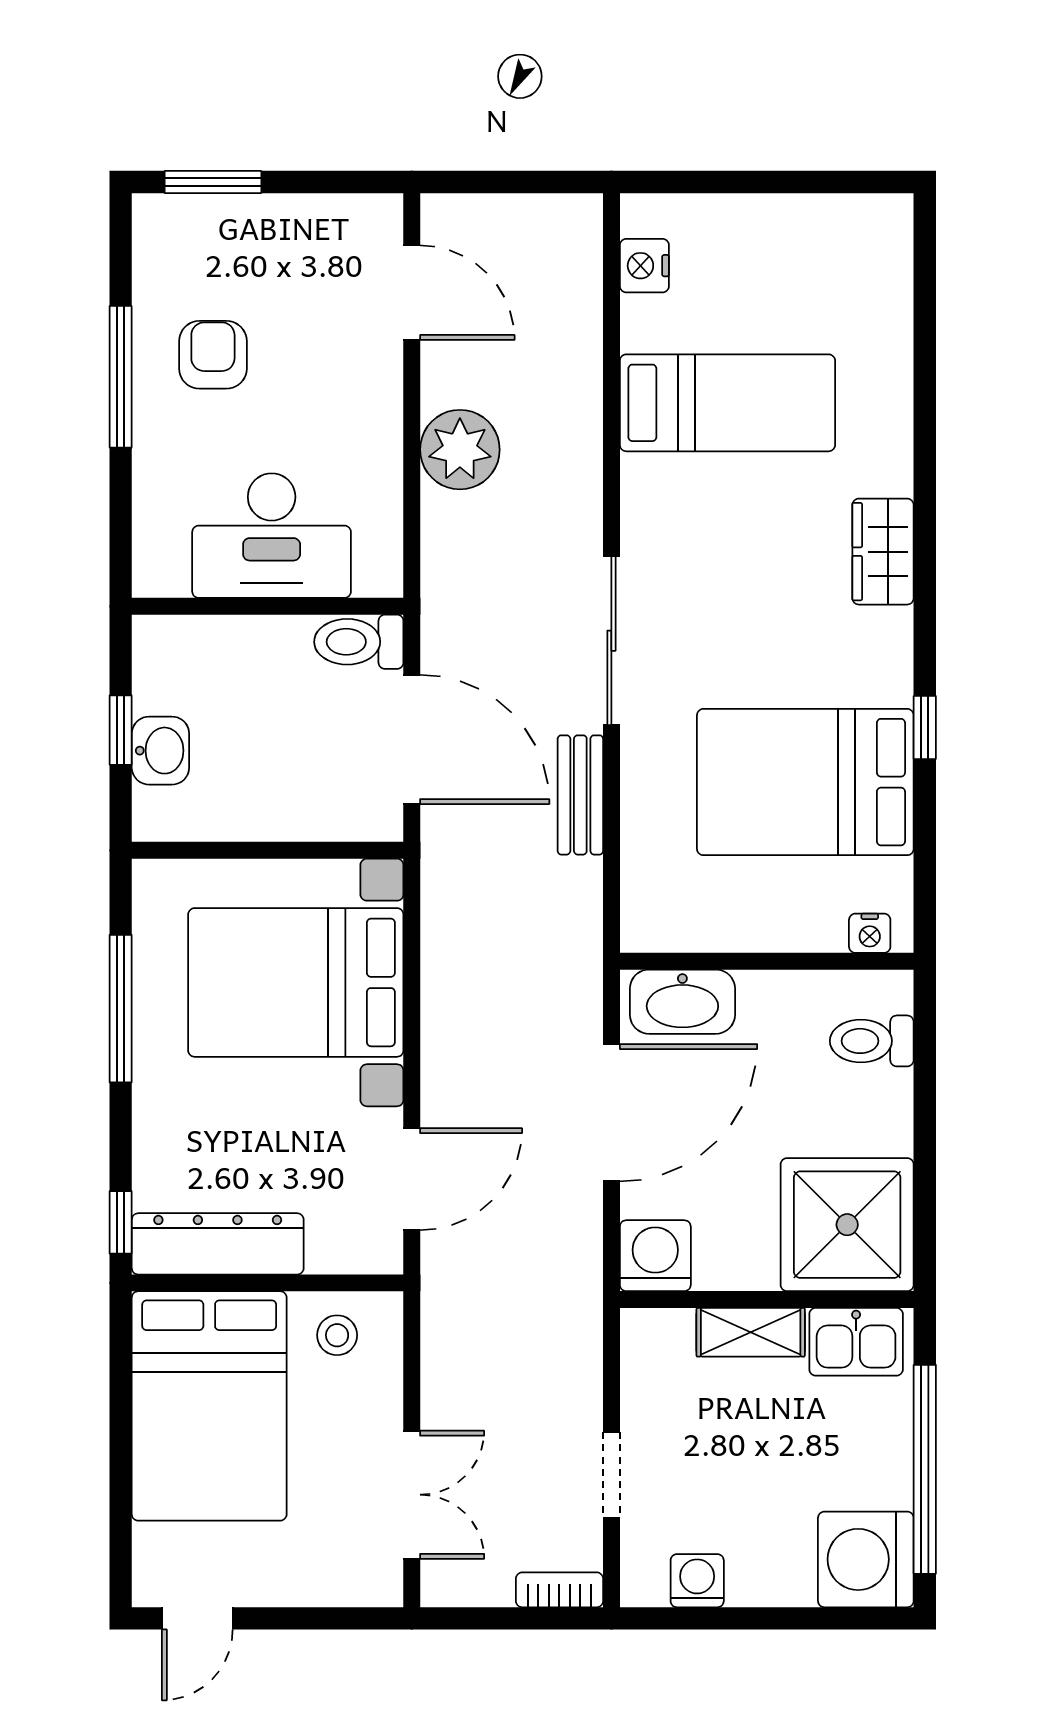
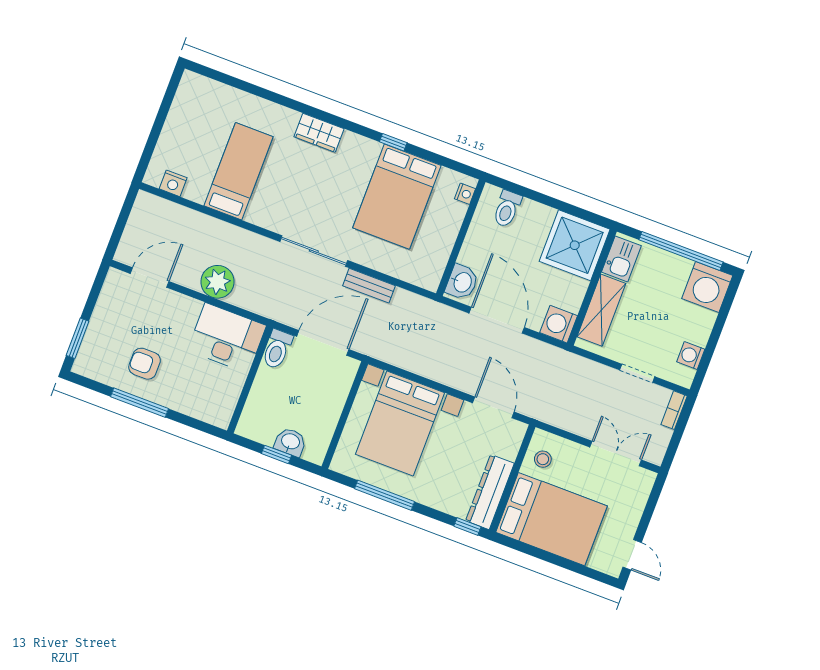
desk: (272, 536) -> (227, 338), moved, turned -90
washbasin: (682, 1002) -> (462, 282), width x0.72
shelving: (751, 1332) -> (601, 310), width x1.50, depth x1.33

